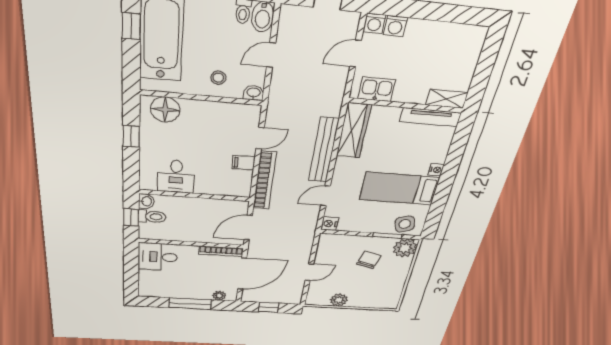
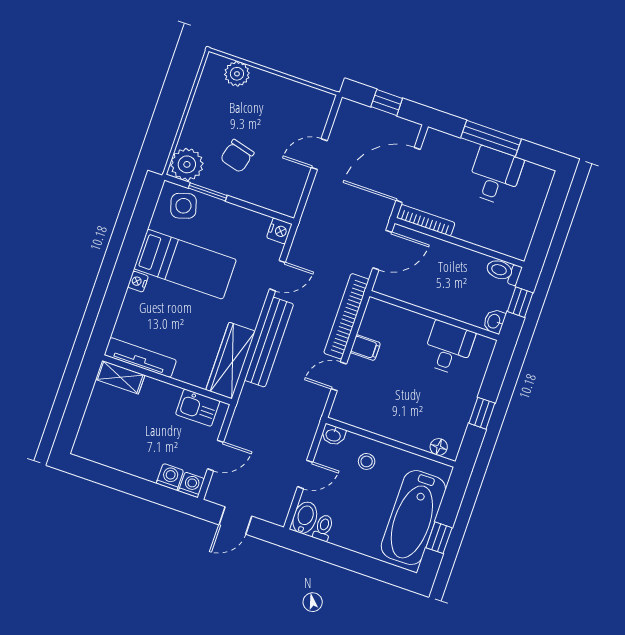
floor lamp: (165, 109) -> (439, 447), width x0.53, depth x0.53
toilet: (152, 217) -> (503, 271), moved
desk: (158, 257) -> (495, 176), moved, turned -90
plant: (219, 296) -> (448, 143), removed
plant: (339, 300) -> (237, 74), moved

